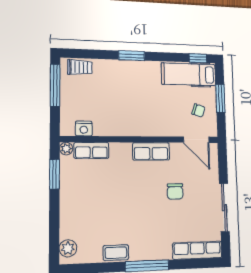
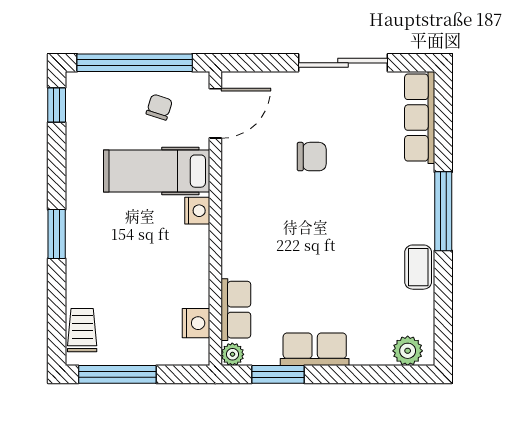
hospital bed: (189, 74) -> (157, 171), moved, turned 90
window: (220, 98) -> (135, 63), width x2.11
nightstand: (145, 130) -> (197, 211), added
row of seats: (151, 151) -> (315, 349), moved, turned -90

